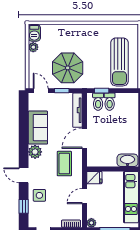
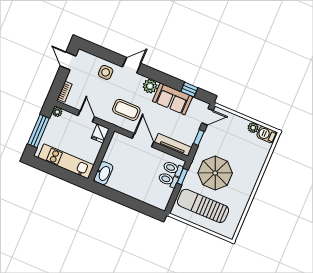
parasol: (68, 68) -> (215, 173), moved
window: (24, 206) -> (189, 90), moved

